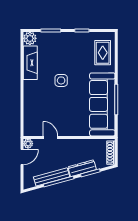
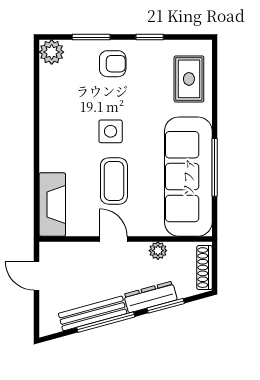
armchair: (62, 45) -> (113, 64), added
fireplace: (30, 63) -> (52, 204), moved
coffee table: (63, 107) -> (114, 181), added
door: (50, 137) -> (113, 239), moved
plant: (28, 144) -> (158, 251), moved
door: (22, 157) -> (37, 276), swing flipped

